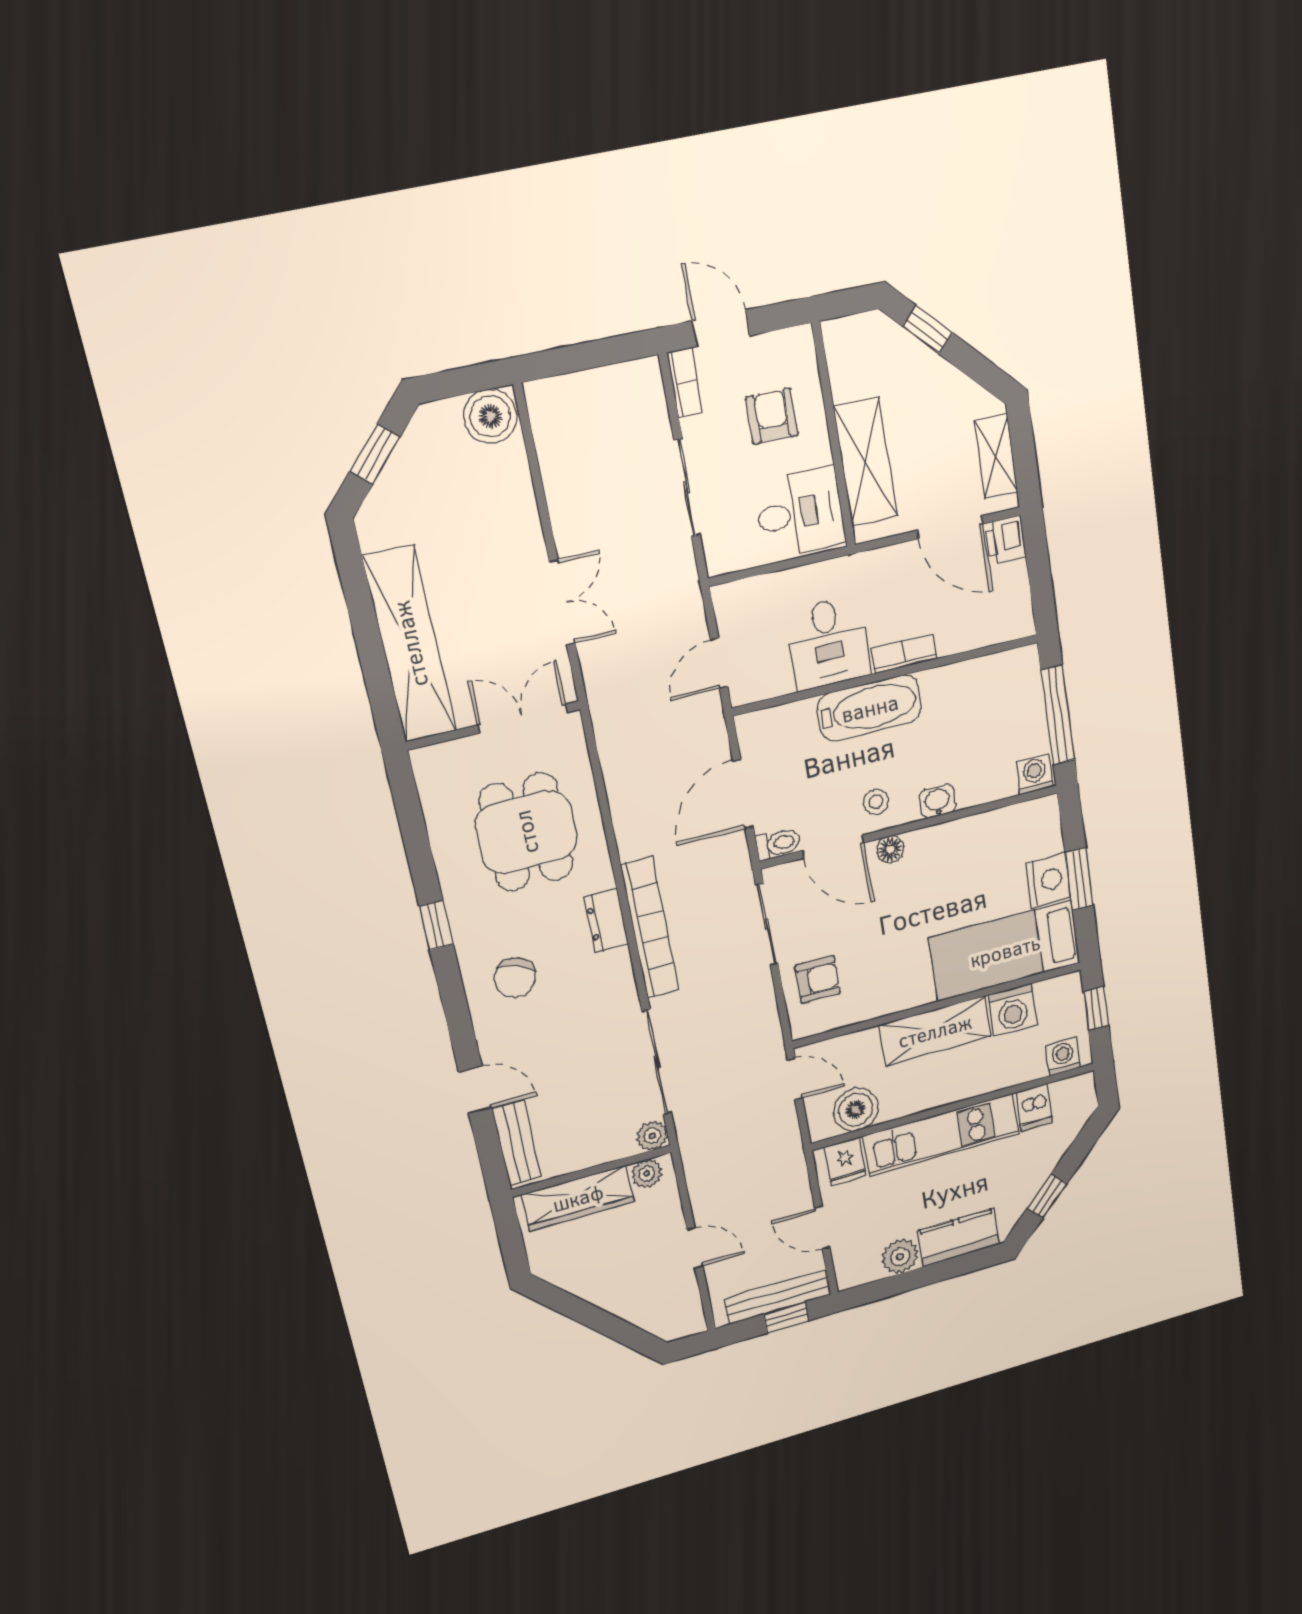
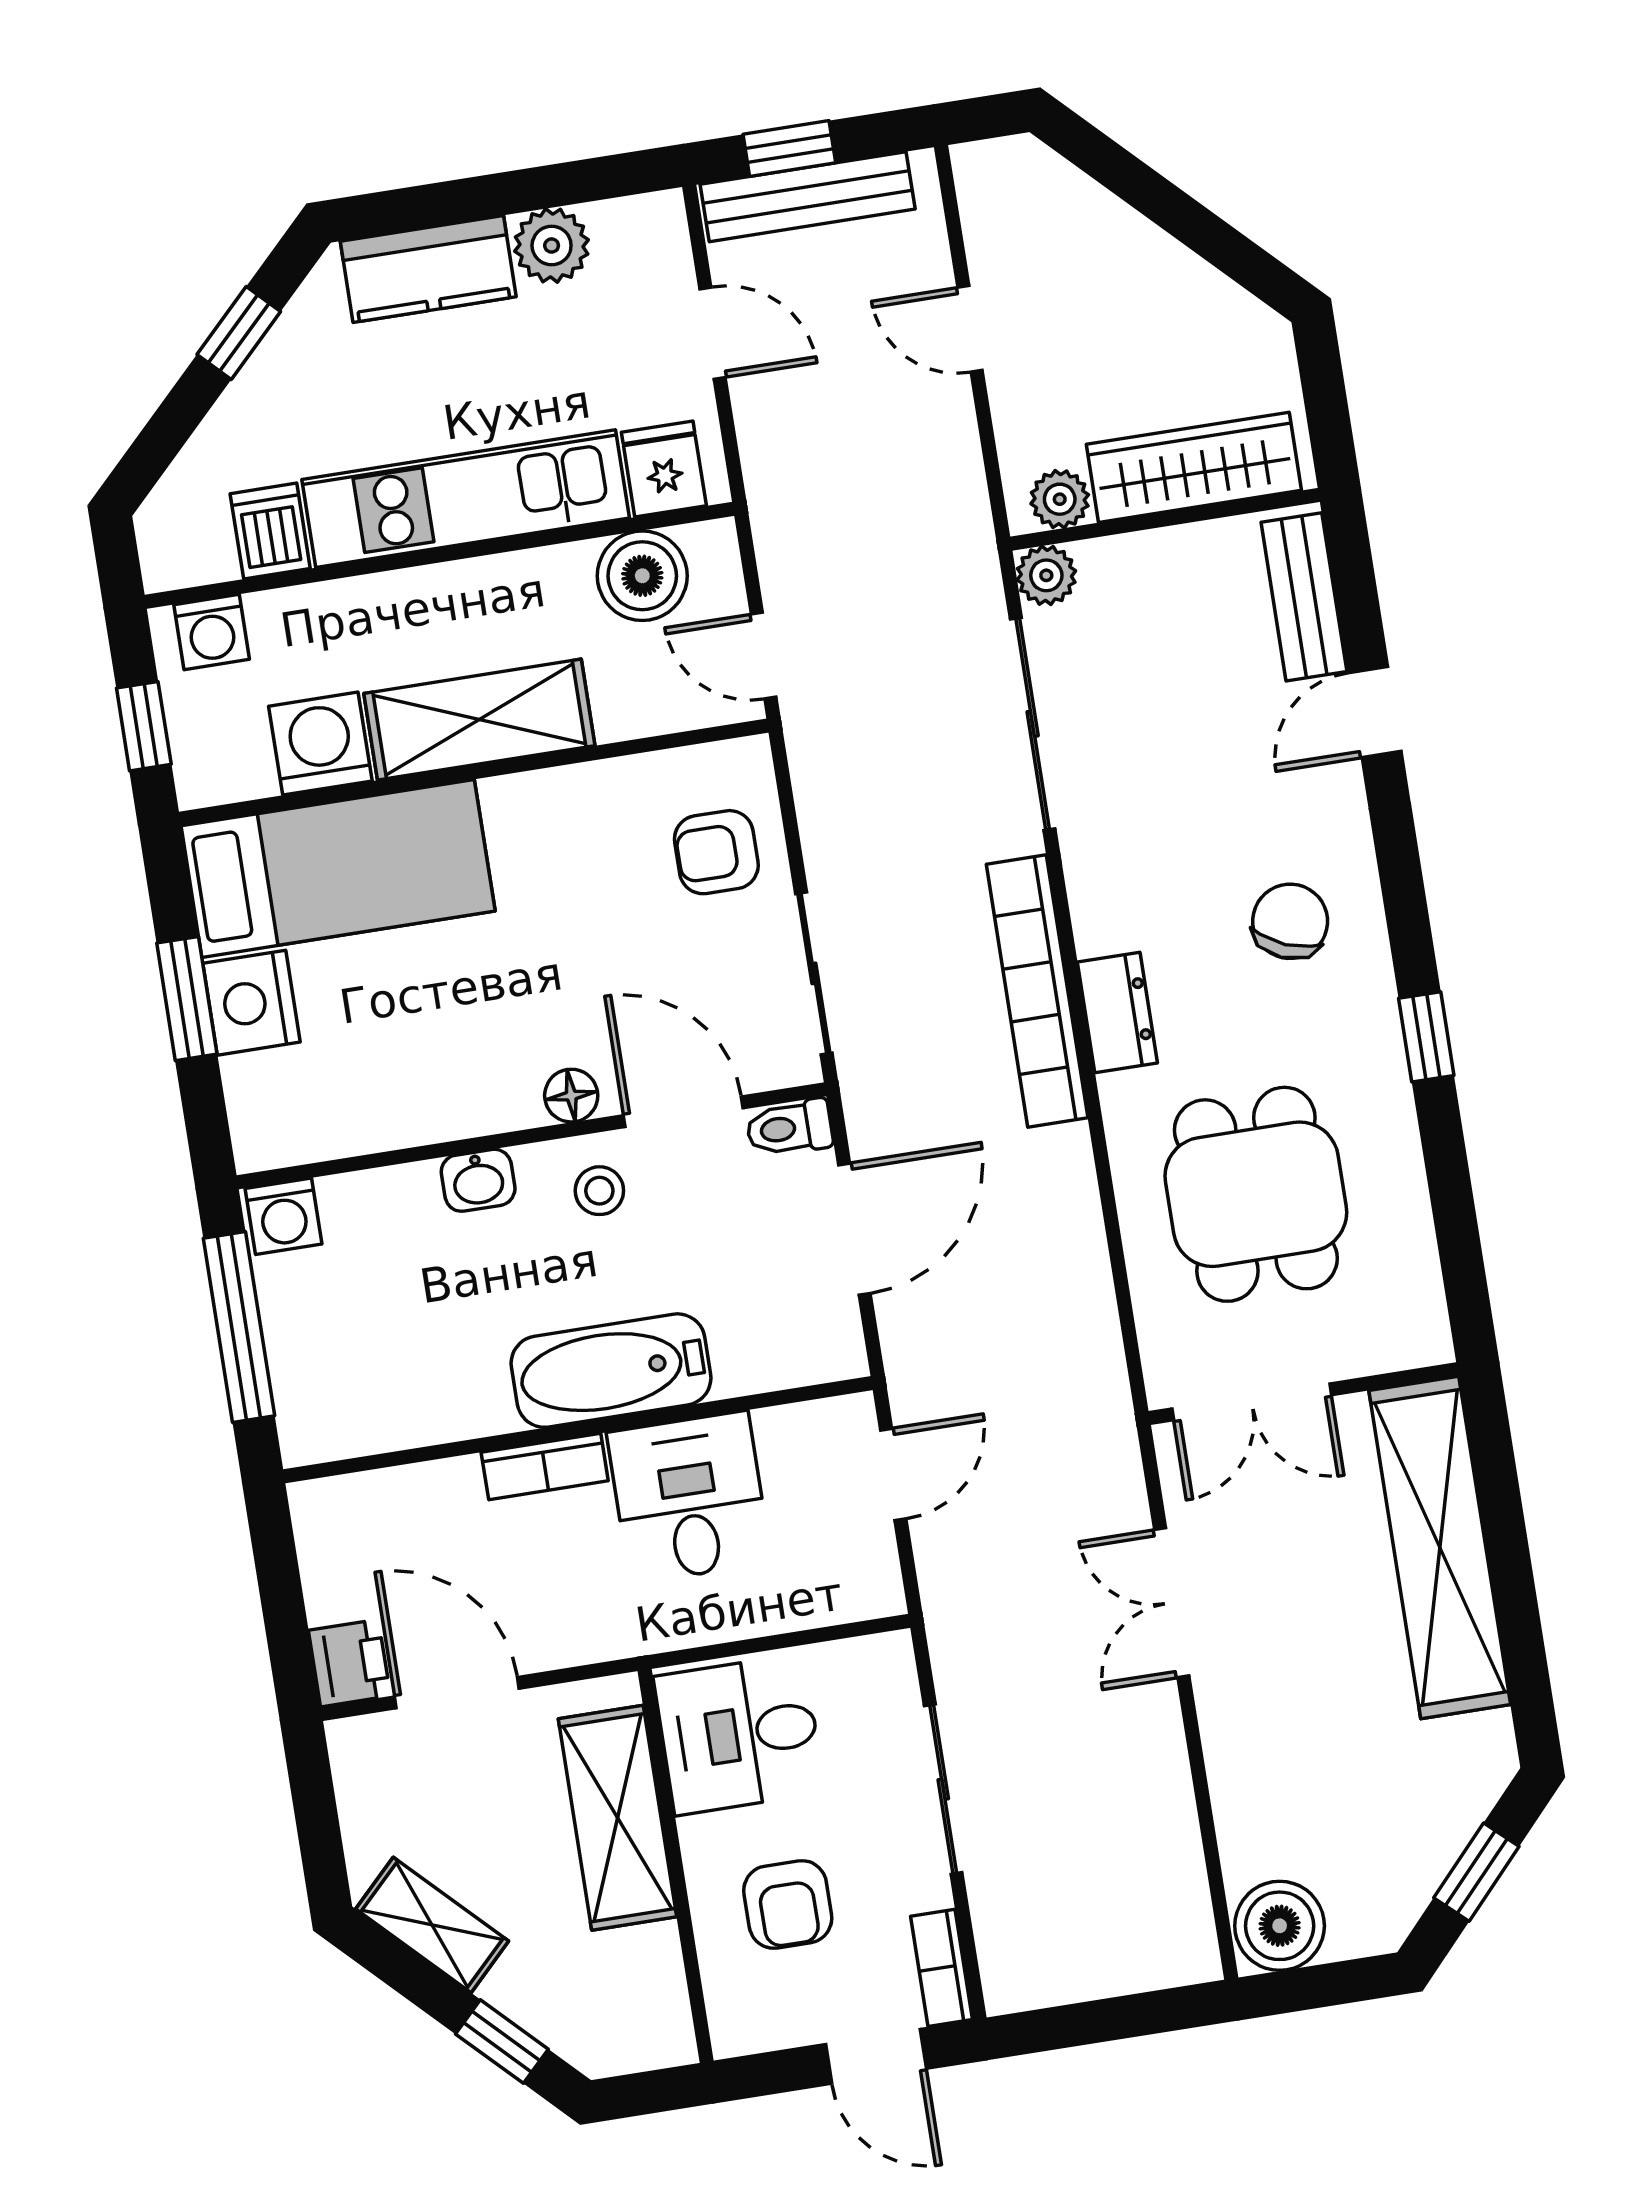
shelving: (996, 456) -> (432, 1925), moved, turned -45
door: (475, 1090) -> (1375, 712), hinge flipped

